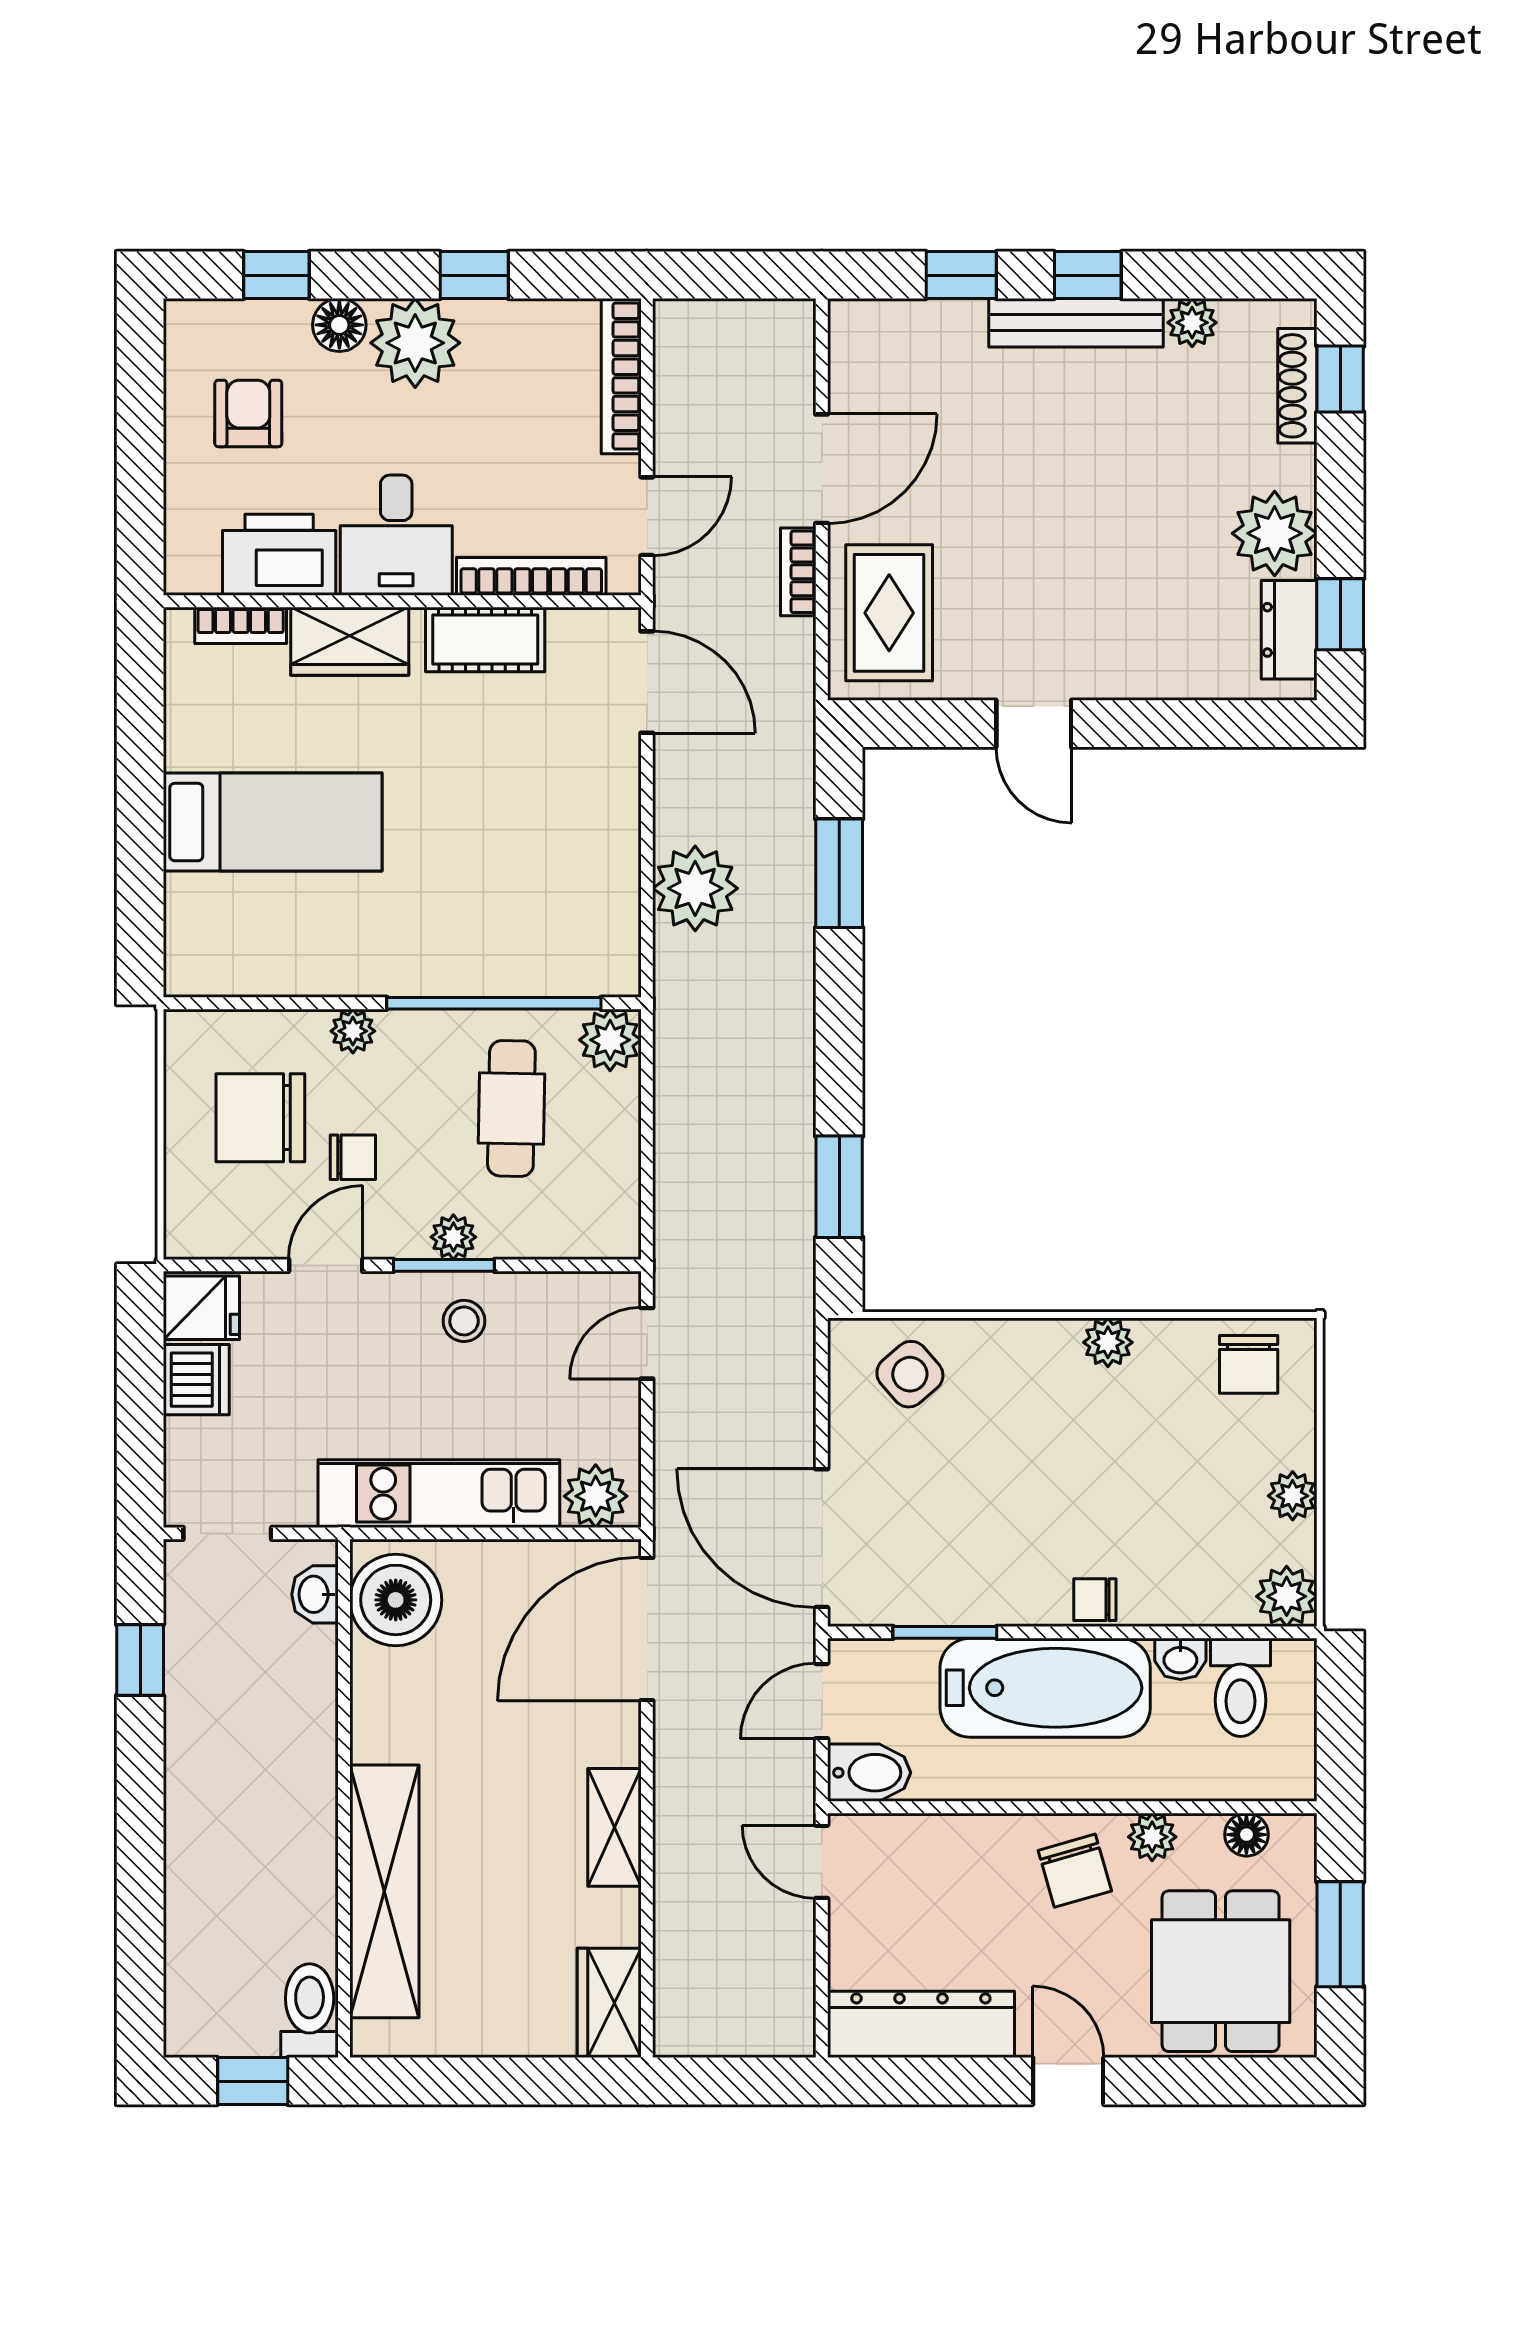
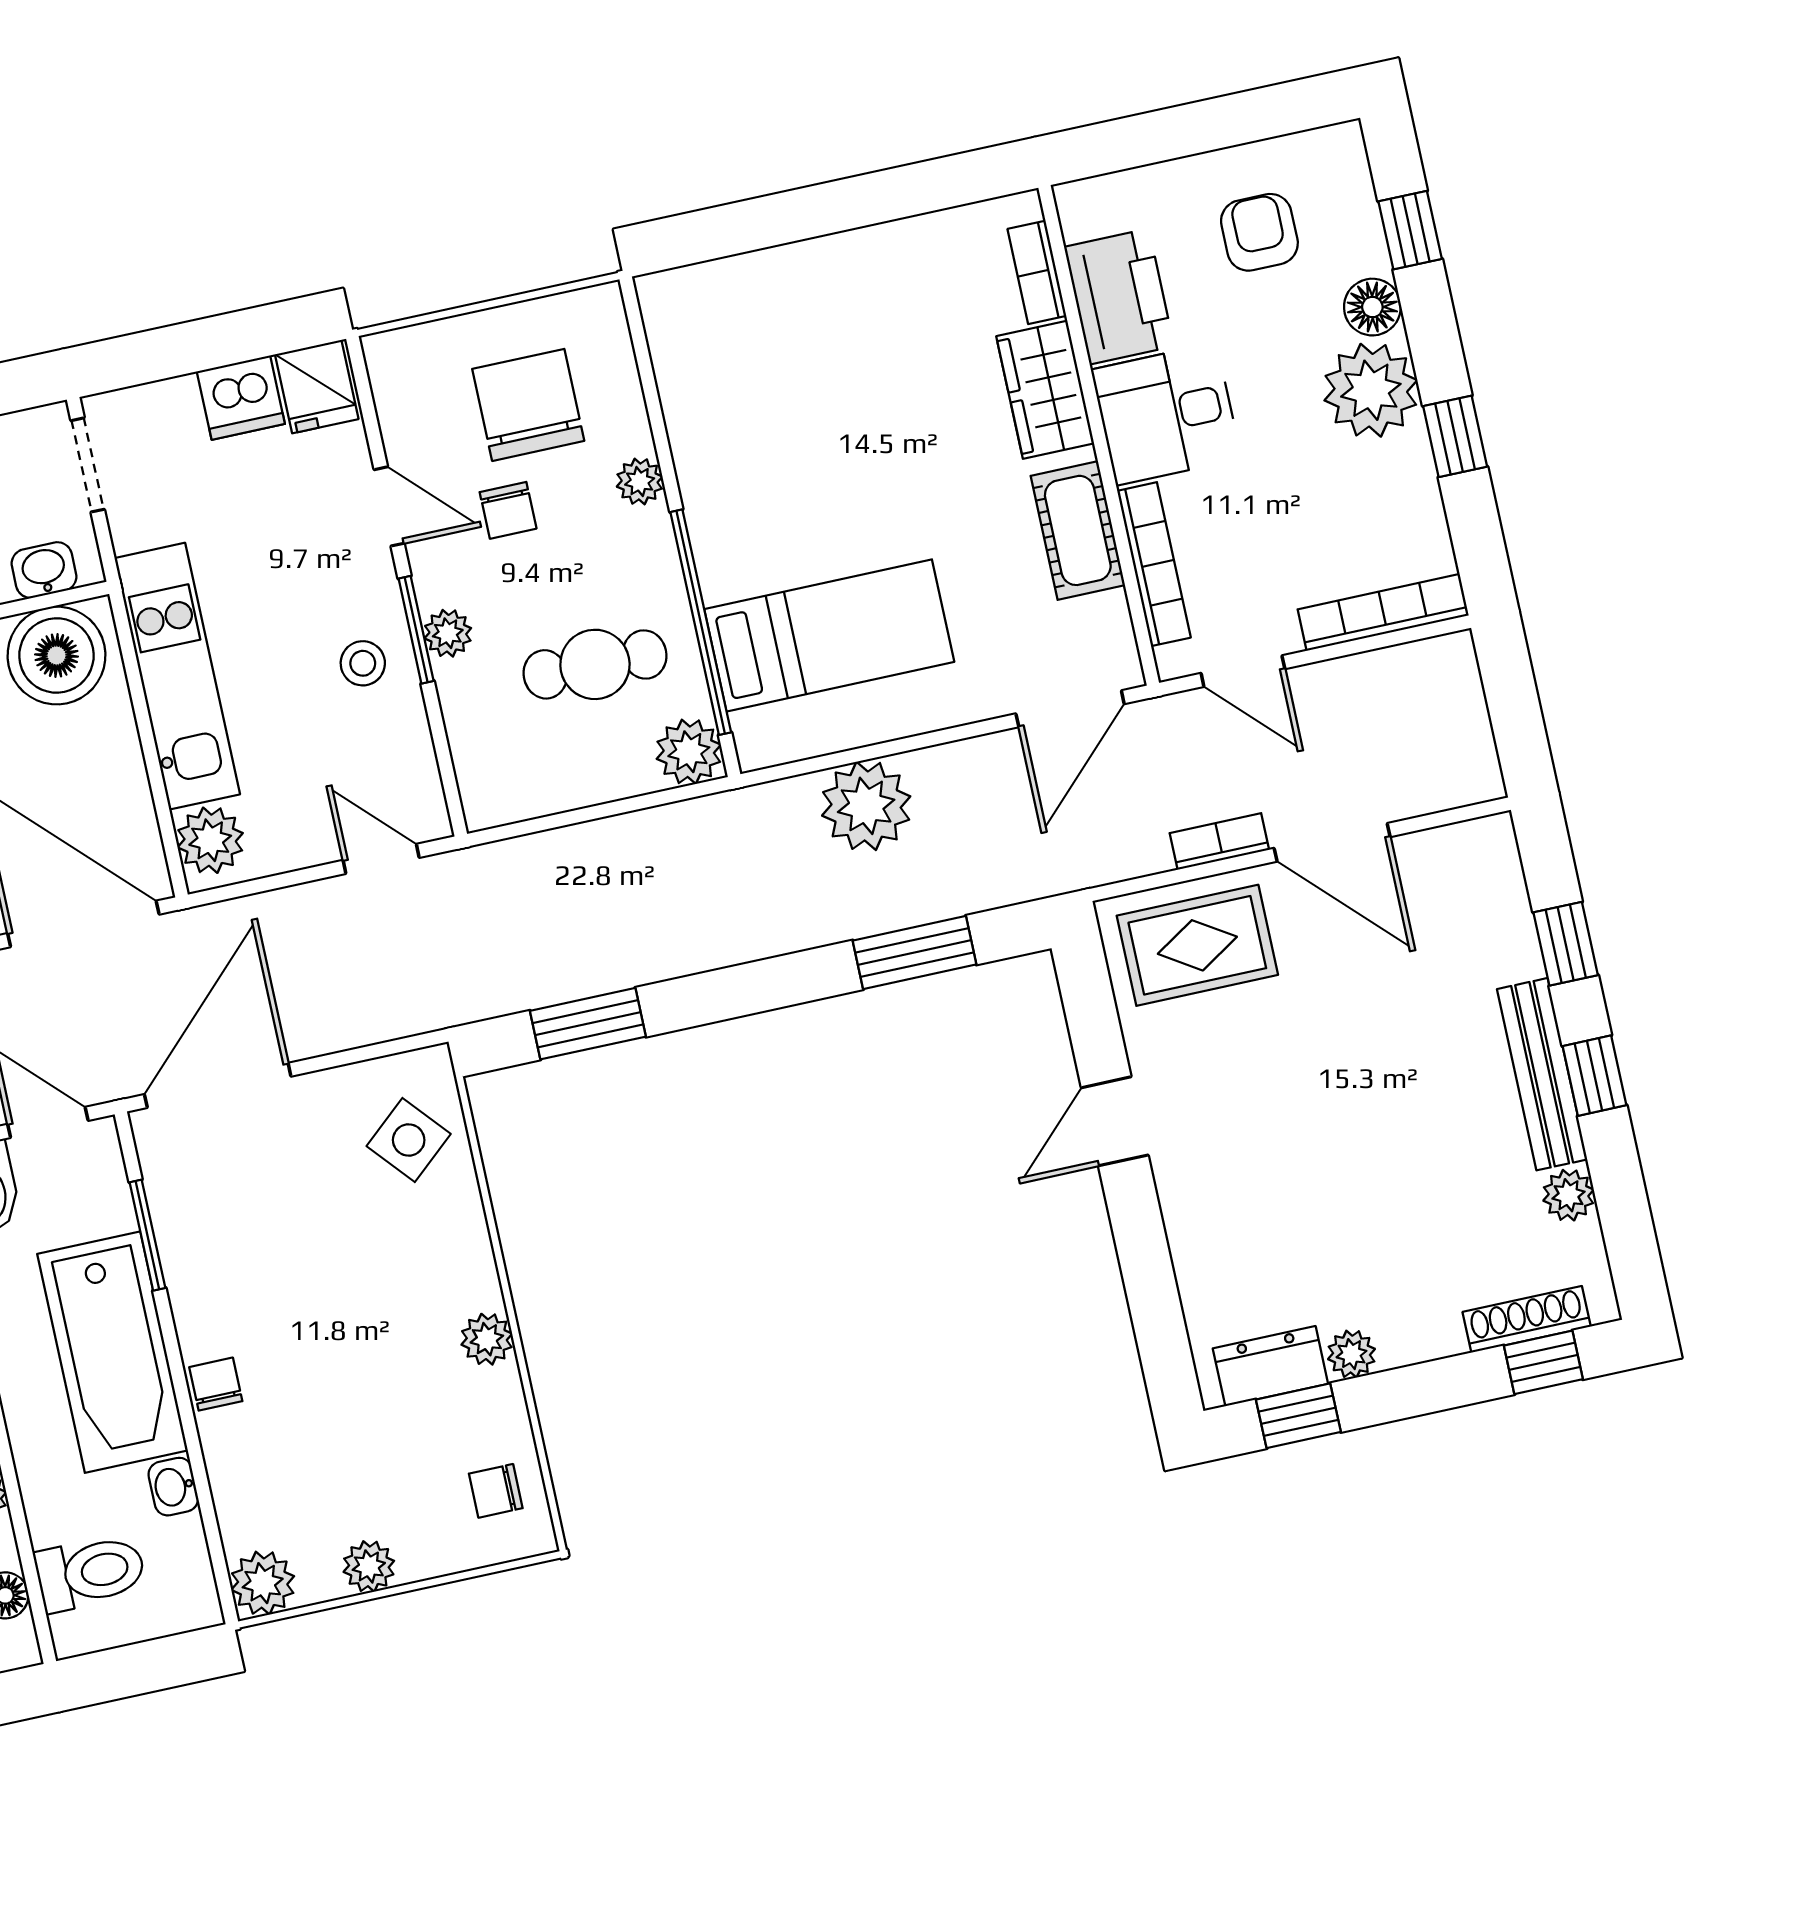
armchair: (248, 413) -> (1259, 232), turned -90
plant: (1275, 533) -> (1351, 1354), width x0.53, depth x0.53
bed: (273, 822) -> (829, 635), moved, turned -90
chair: (1249, 1364) -> (496, 1491), width x0.73, depth x0.73
toilet: (1241, 1687) -> (90, 1573), moved, turned 180

